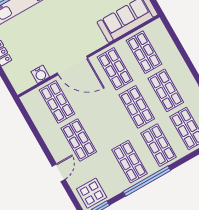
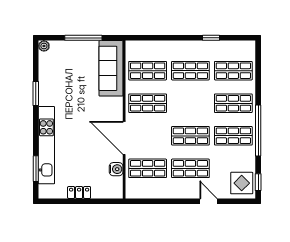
door: (72, 65) -> (124, 138), swing flipped
shop shelf: (137, 107) -> (190, 136), moved

